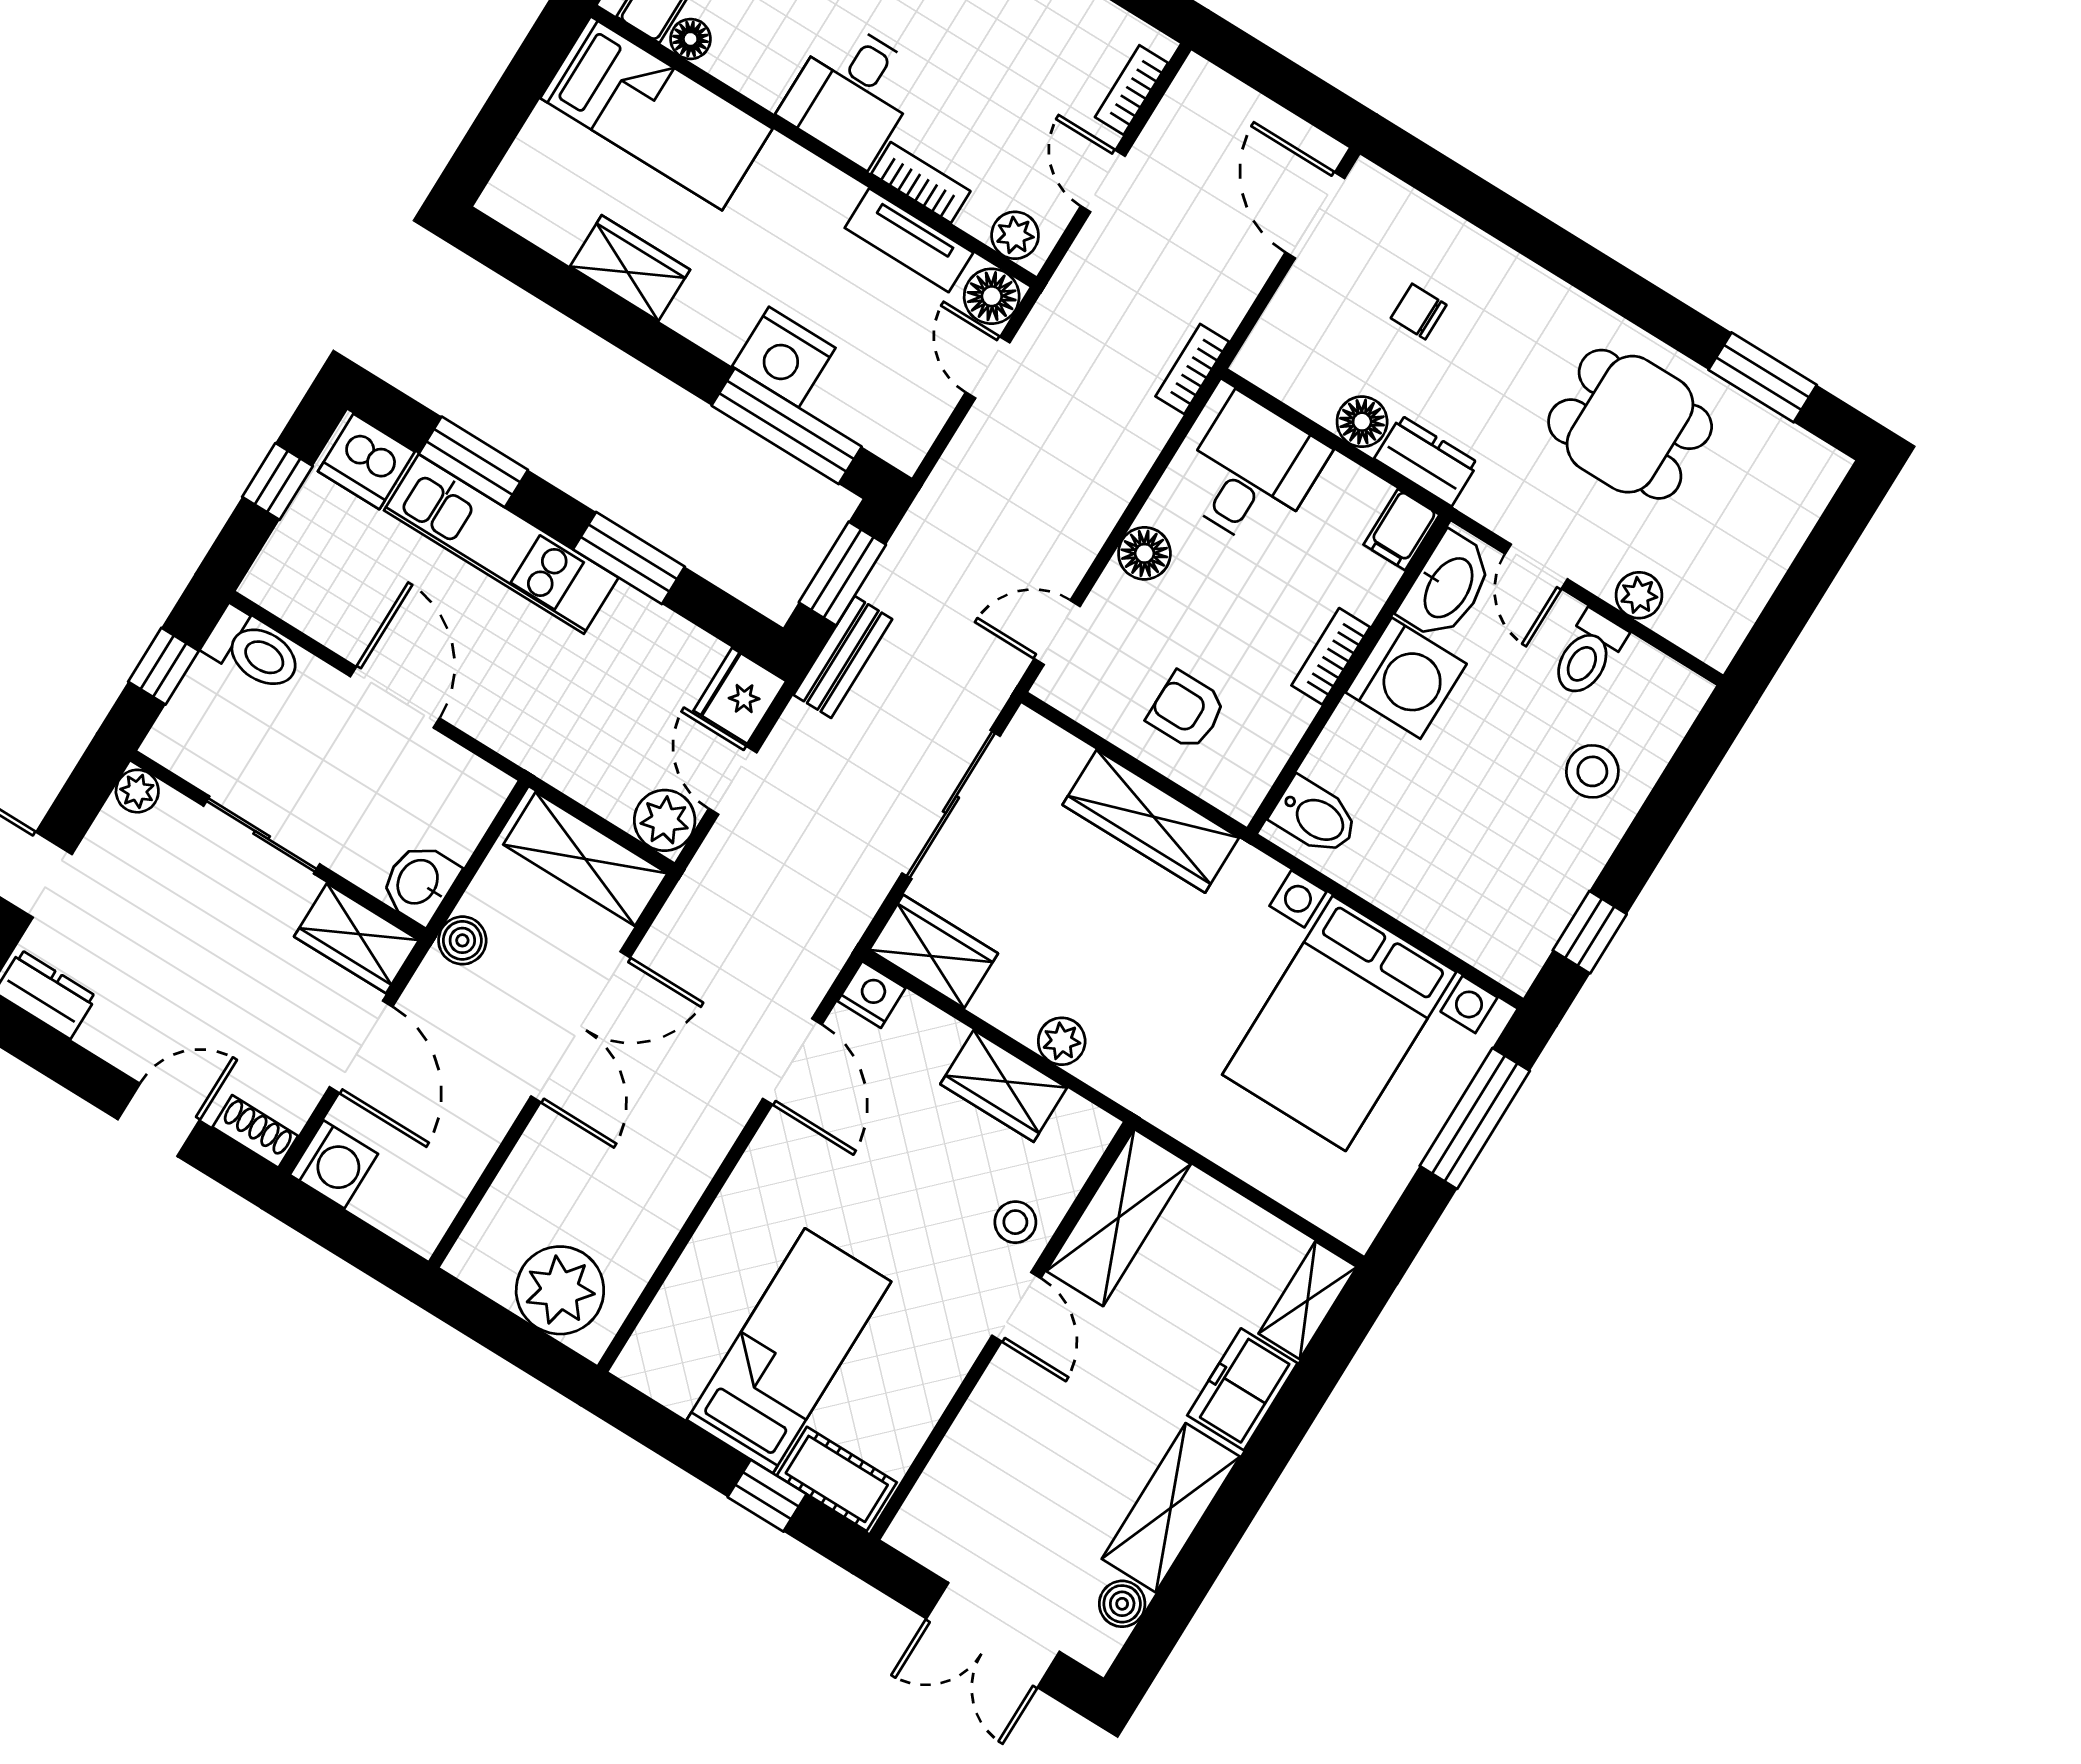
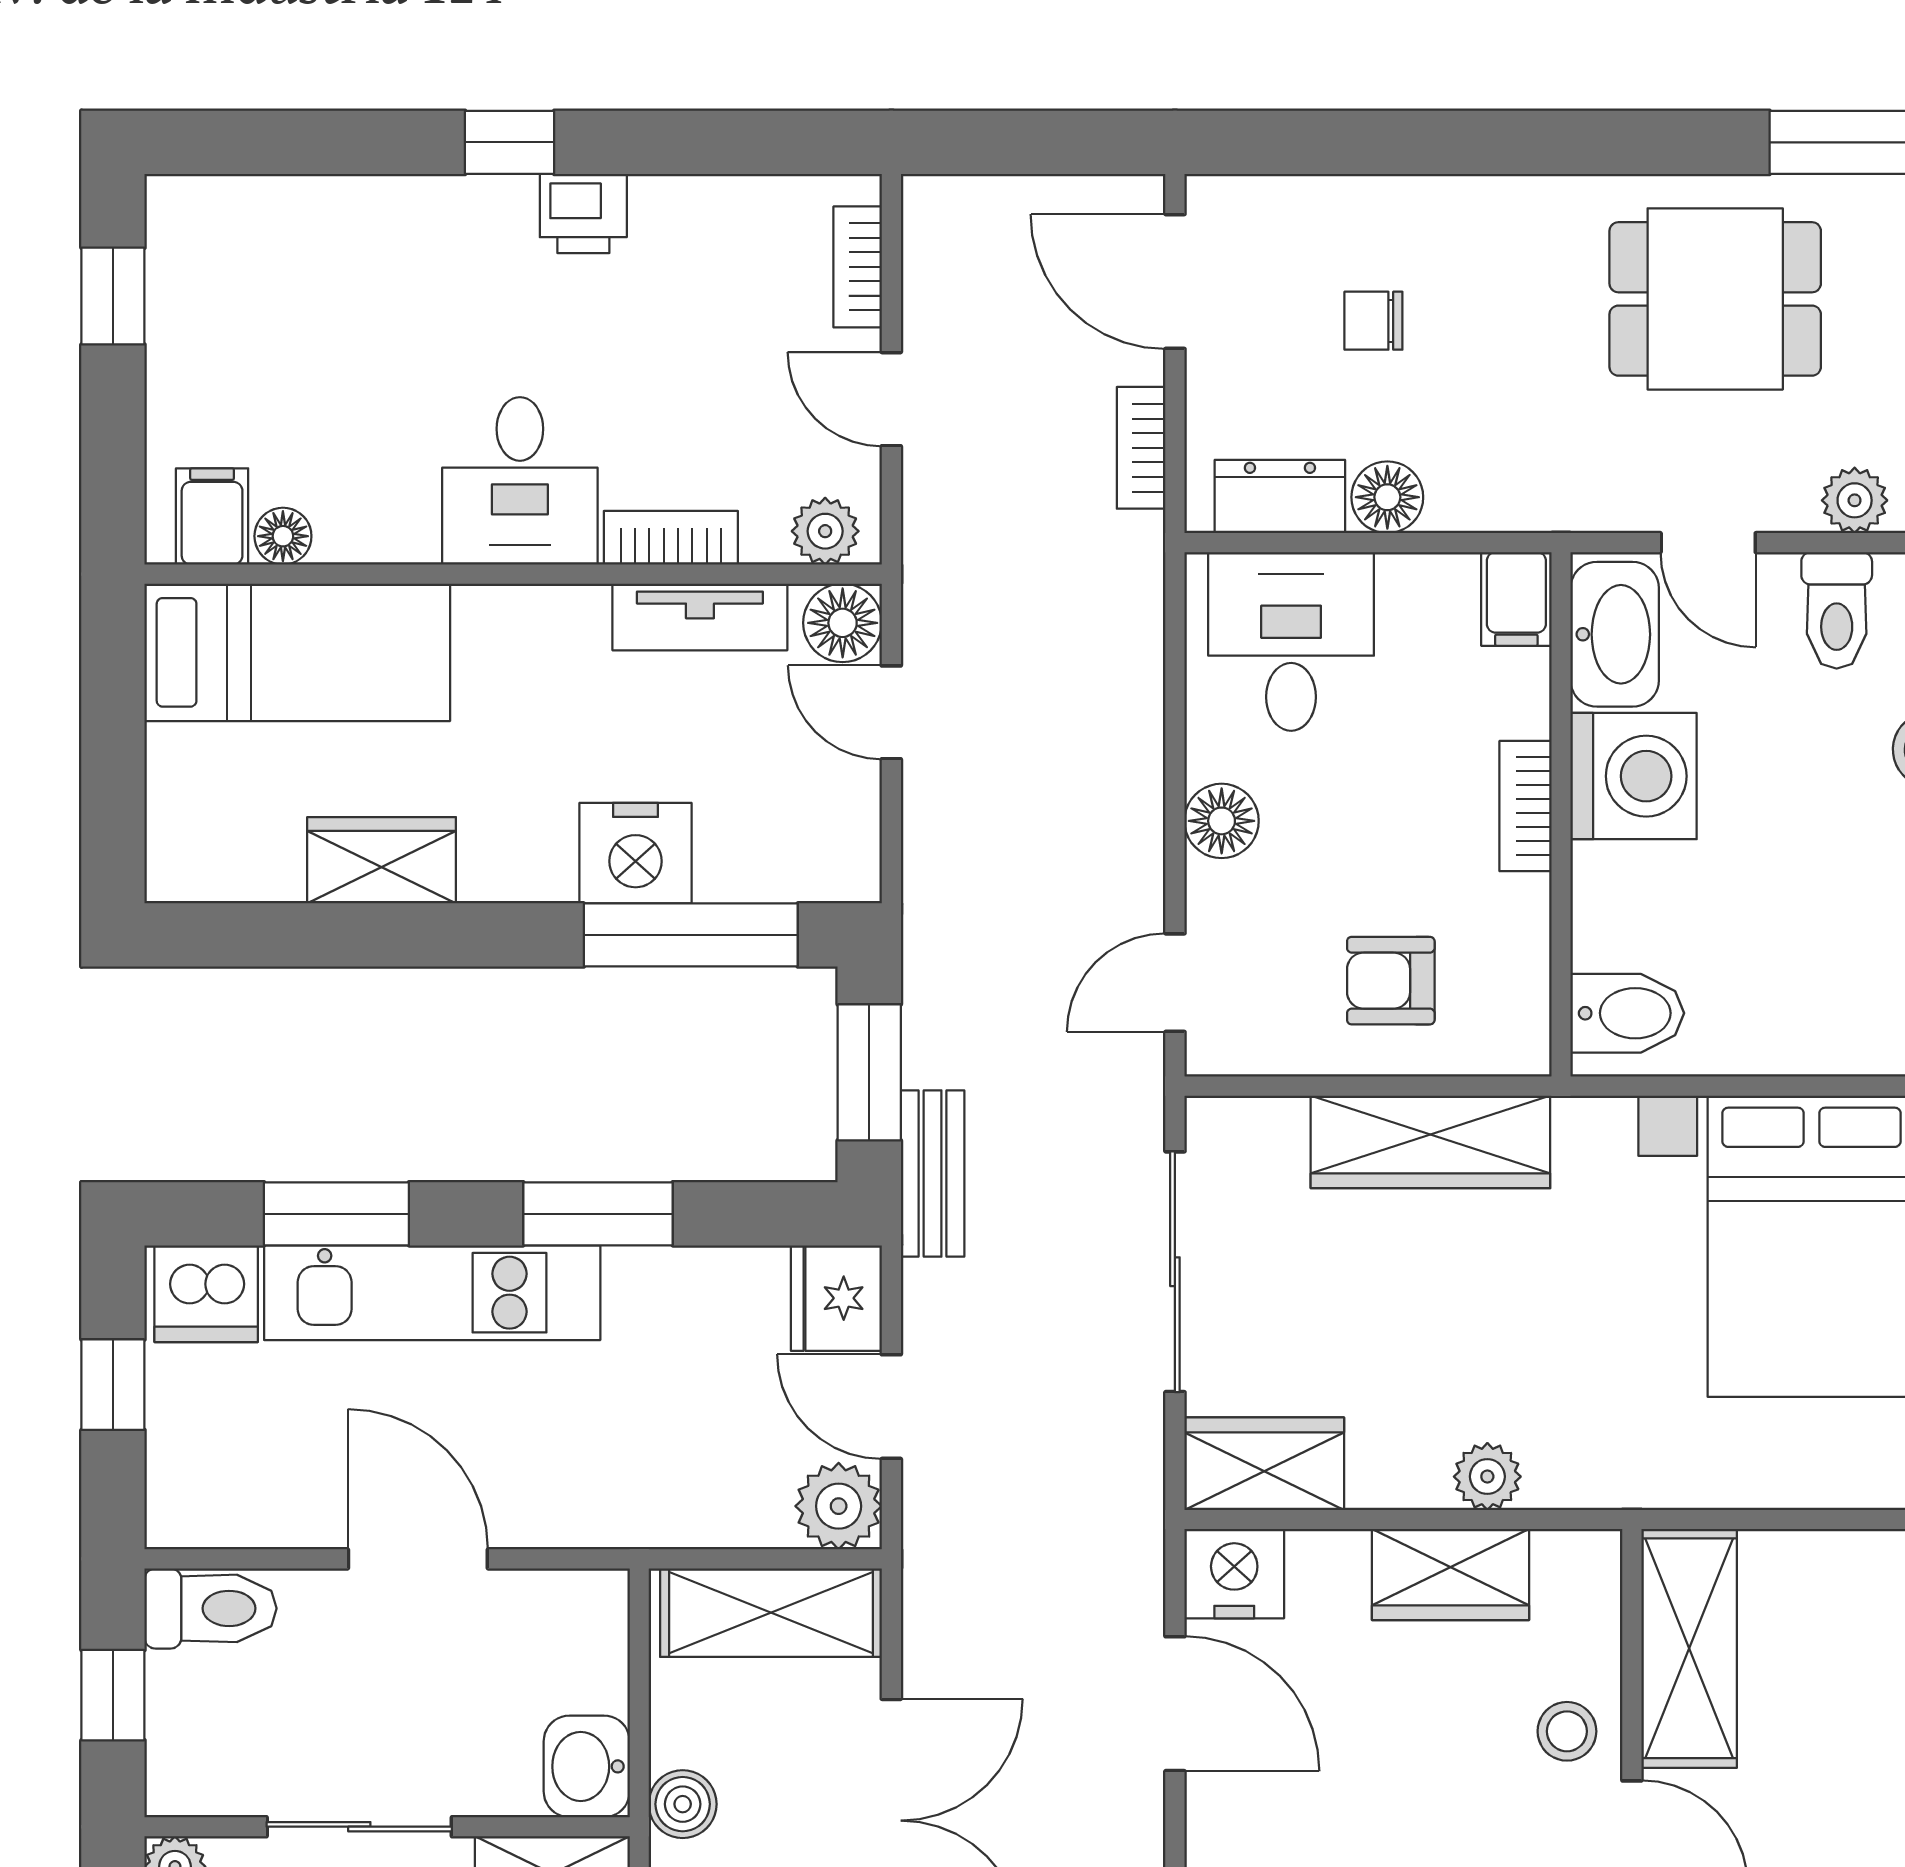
bookcase: (1192, 369) -> (1141, 448), moved
dresser: (1426, 461) -> (1280, 496), moved
nightstand: (871, 995) -> (1234, 1574), width x1.36, depth x1.33

